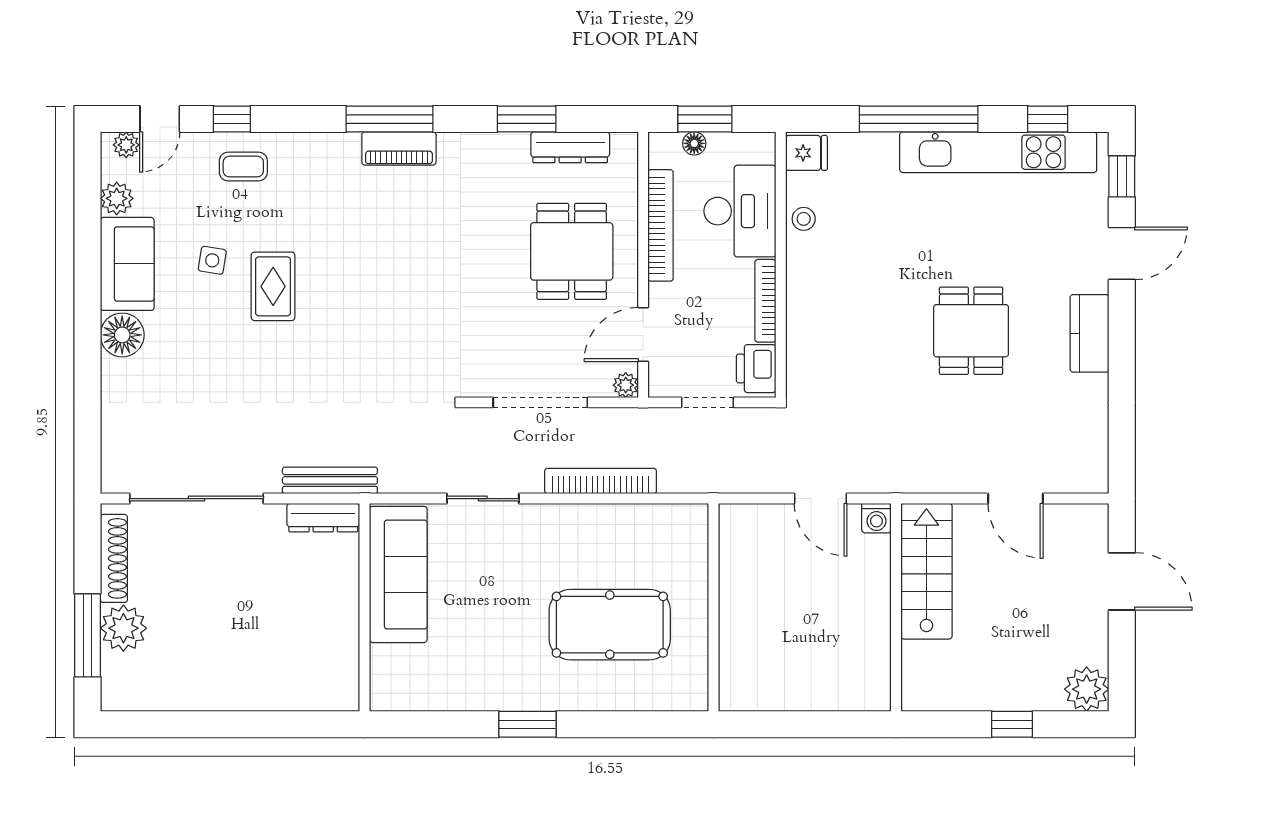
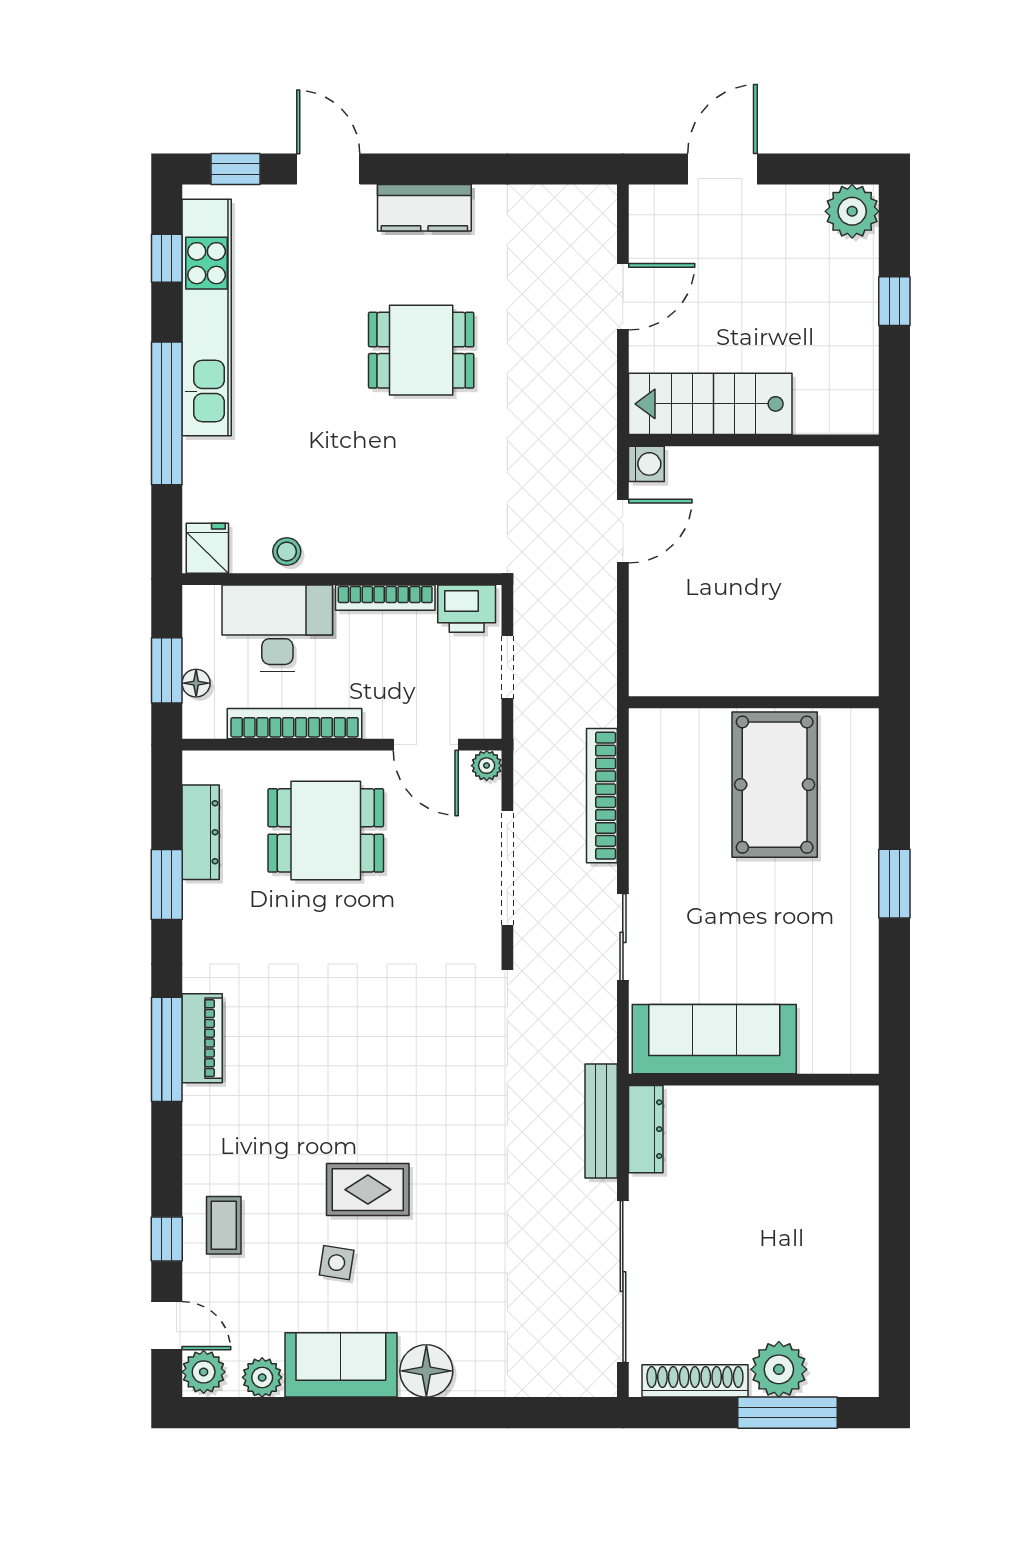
plant: (126, 145) -> (204, 1372), width x1.38, depth x1.38
wall: (714, 607) -> (754, 702), moved

